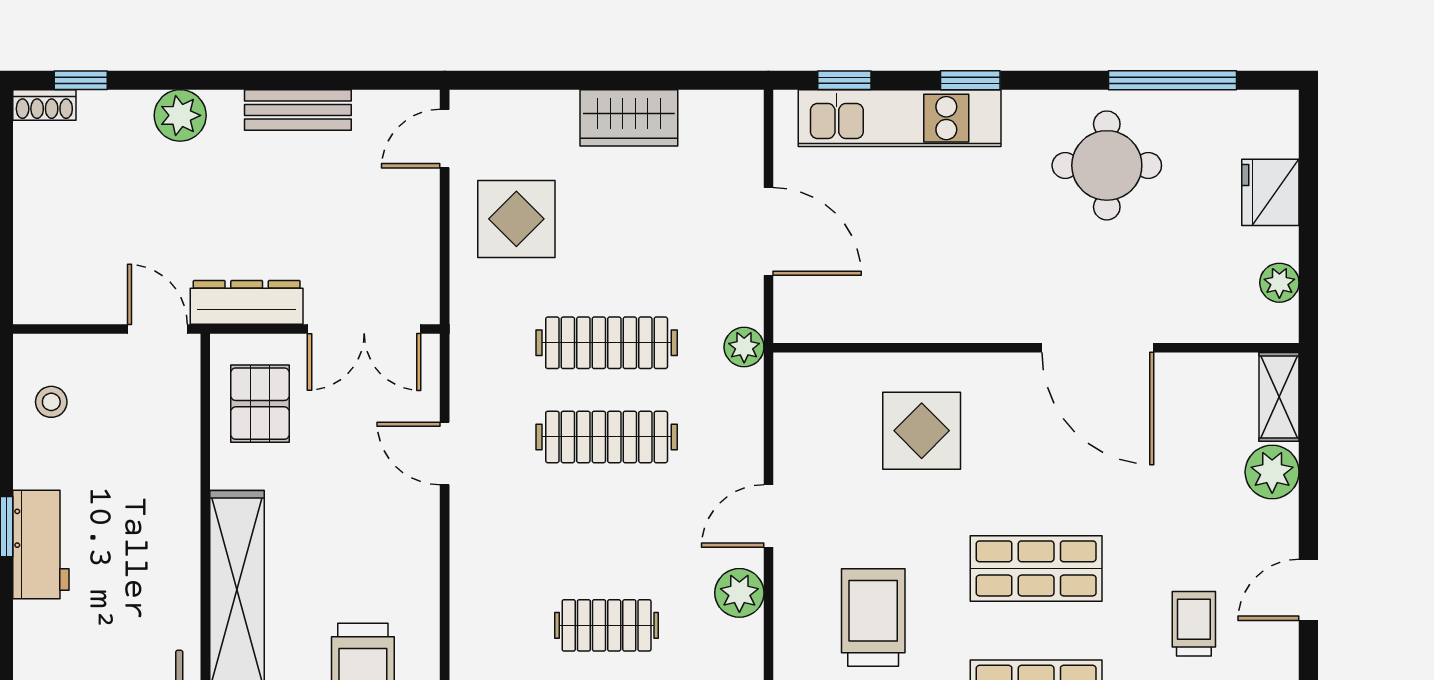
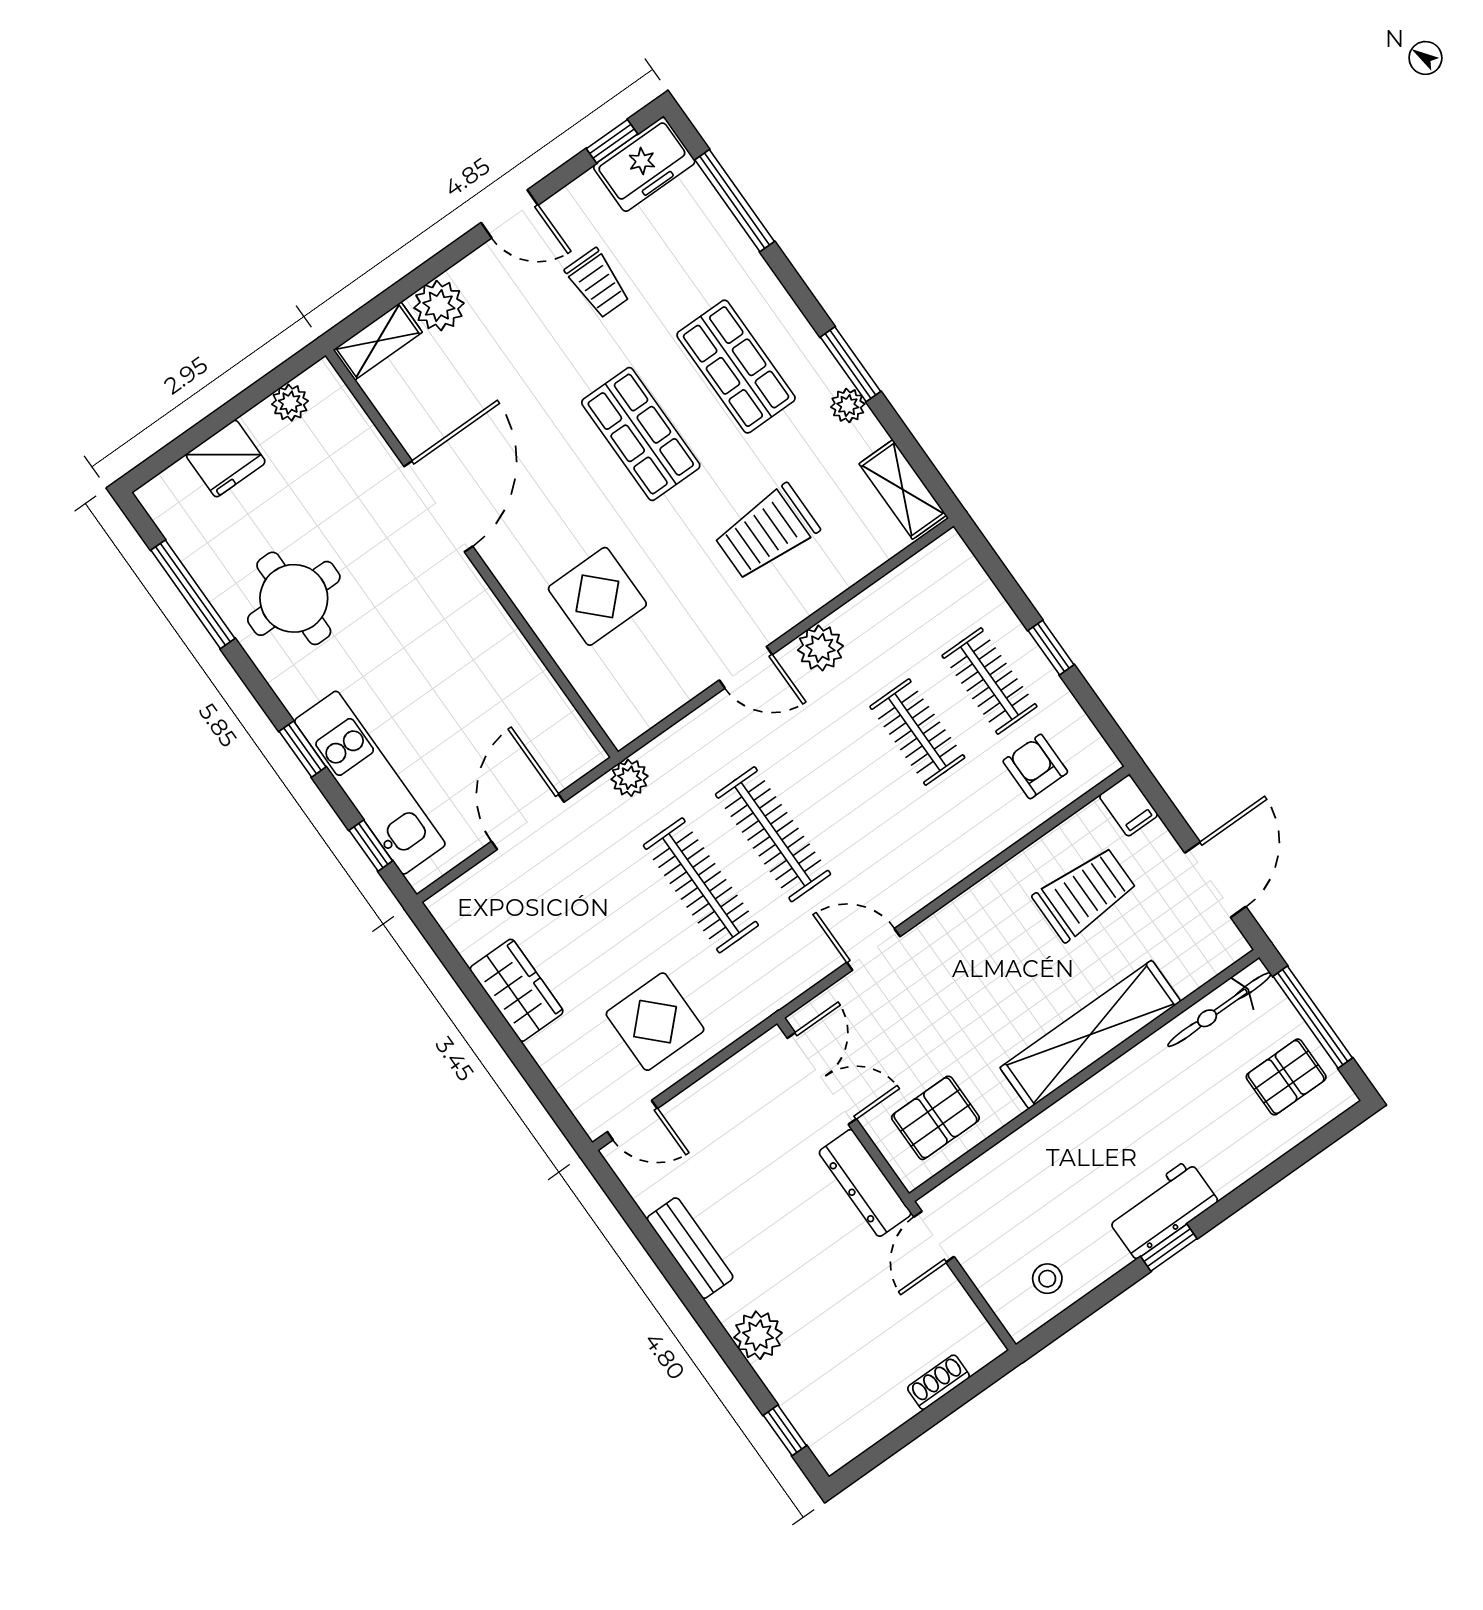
shoe rack: (44, 105) -> (939, 1382), moved, turned -90
door: (445, 453) -> (873, 949), swing flipped
trolley: (1194, 624) -> (598, 283), turned -90

